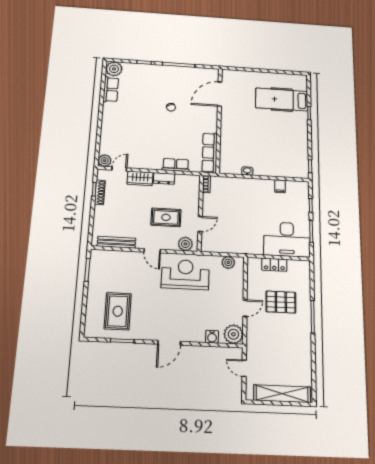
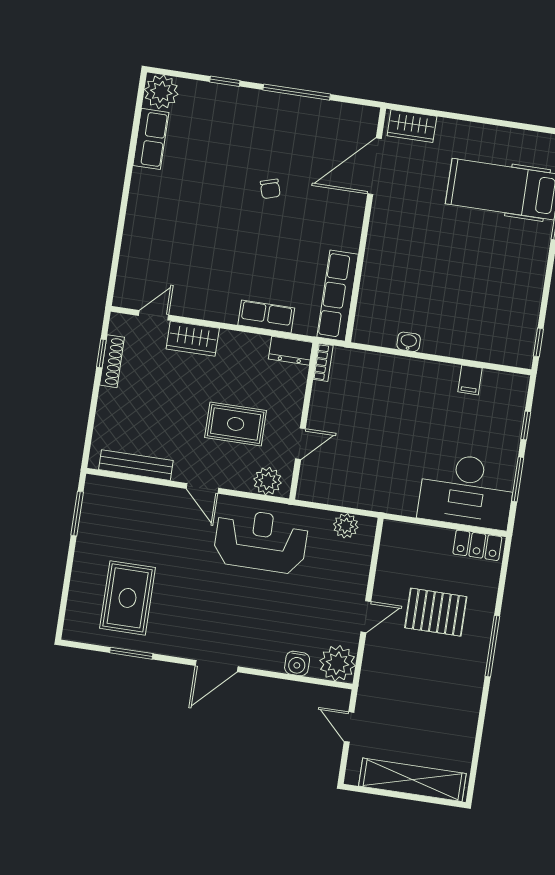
wardrobe: (235, 76) -> (412, 126), added
plant: (105, 161) -> (126, 295), removed
dresser: (164, 178) -> (291, 351), moved
locker: (274, 265) -> (477, 545), moved

